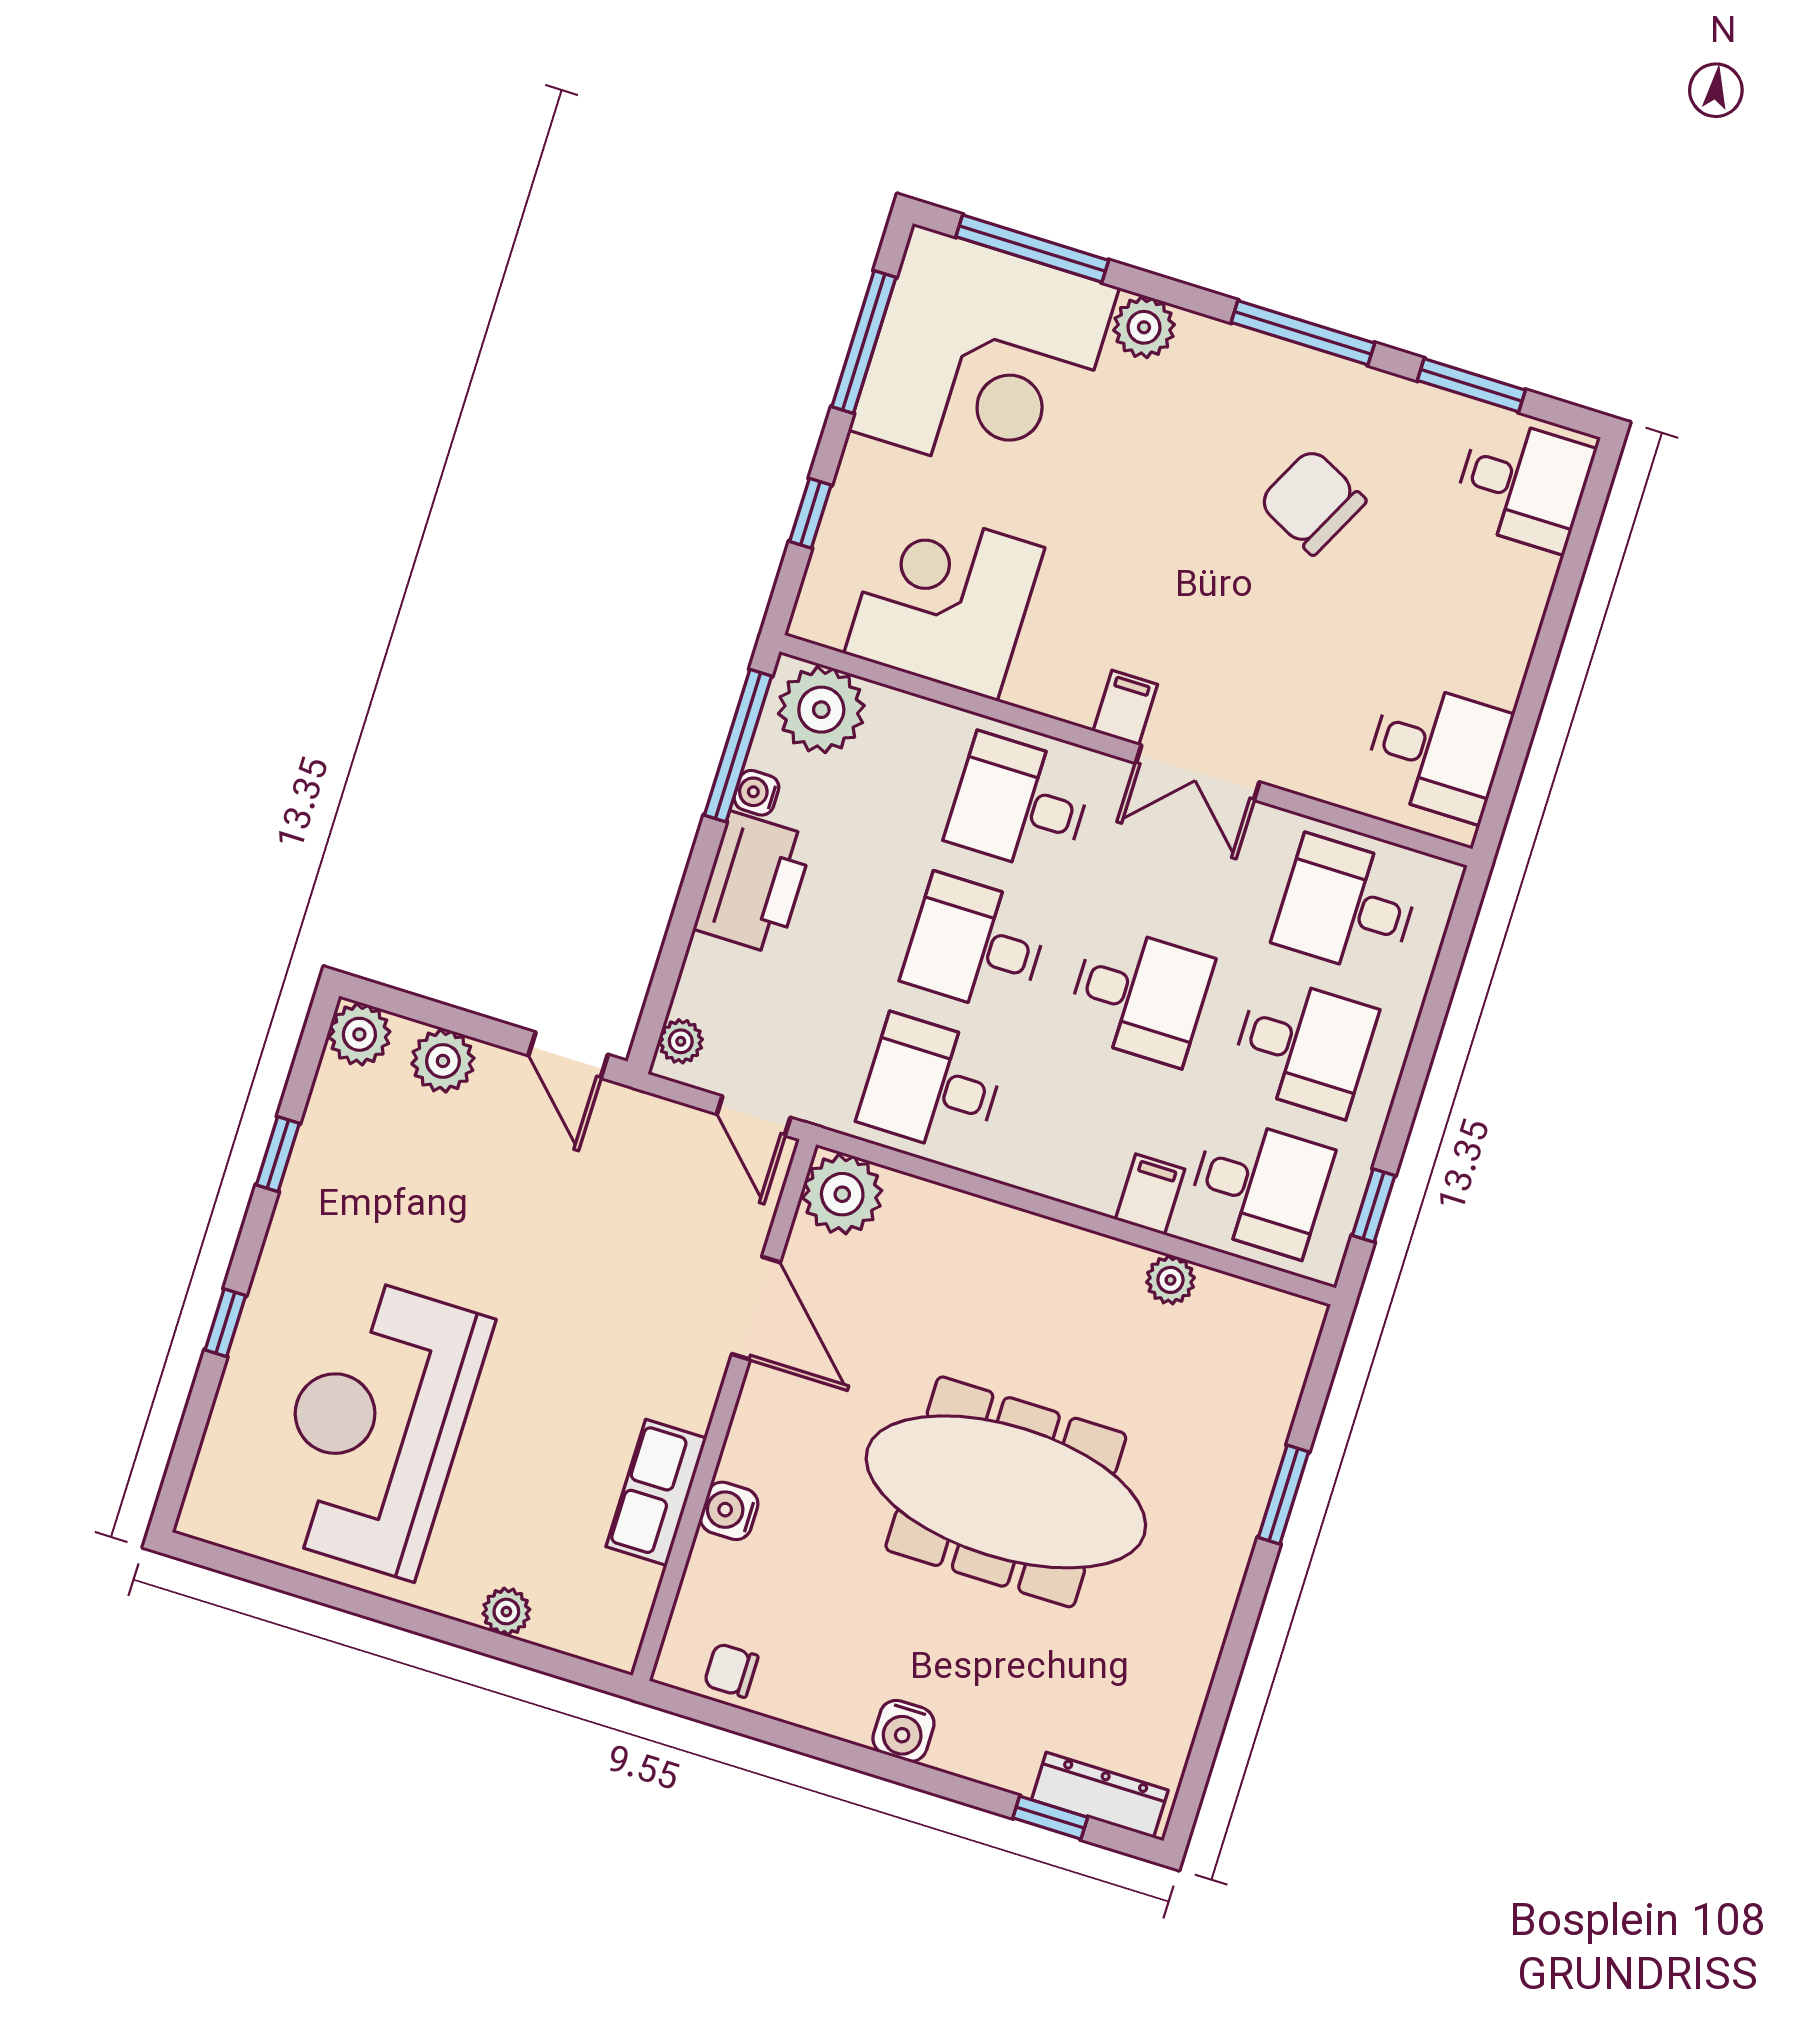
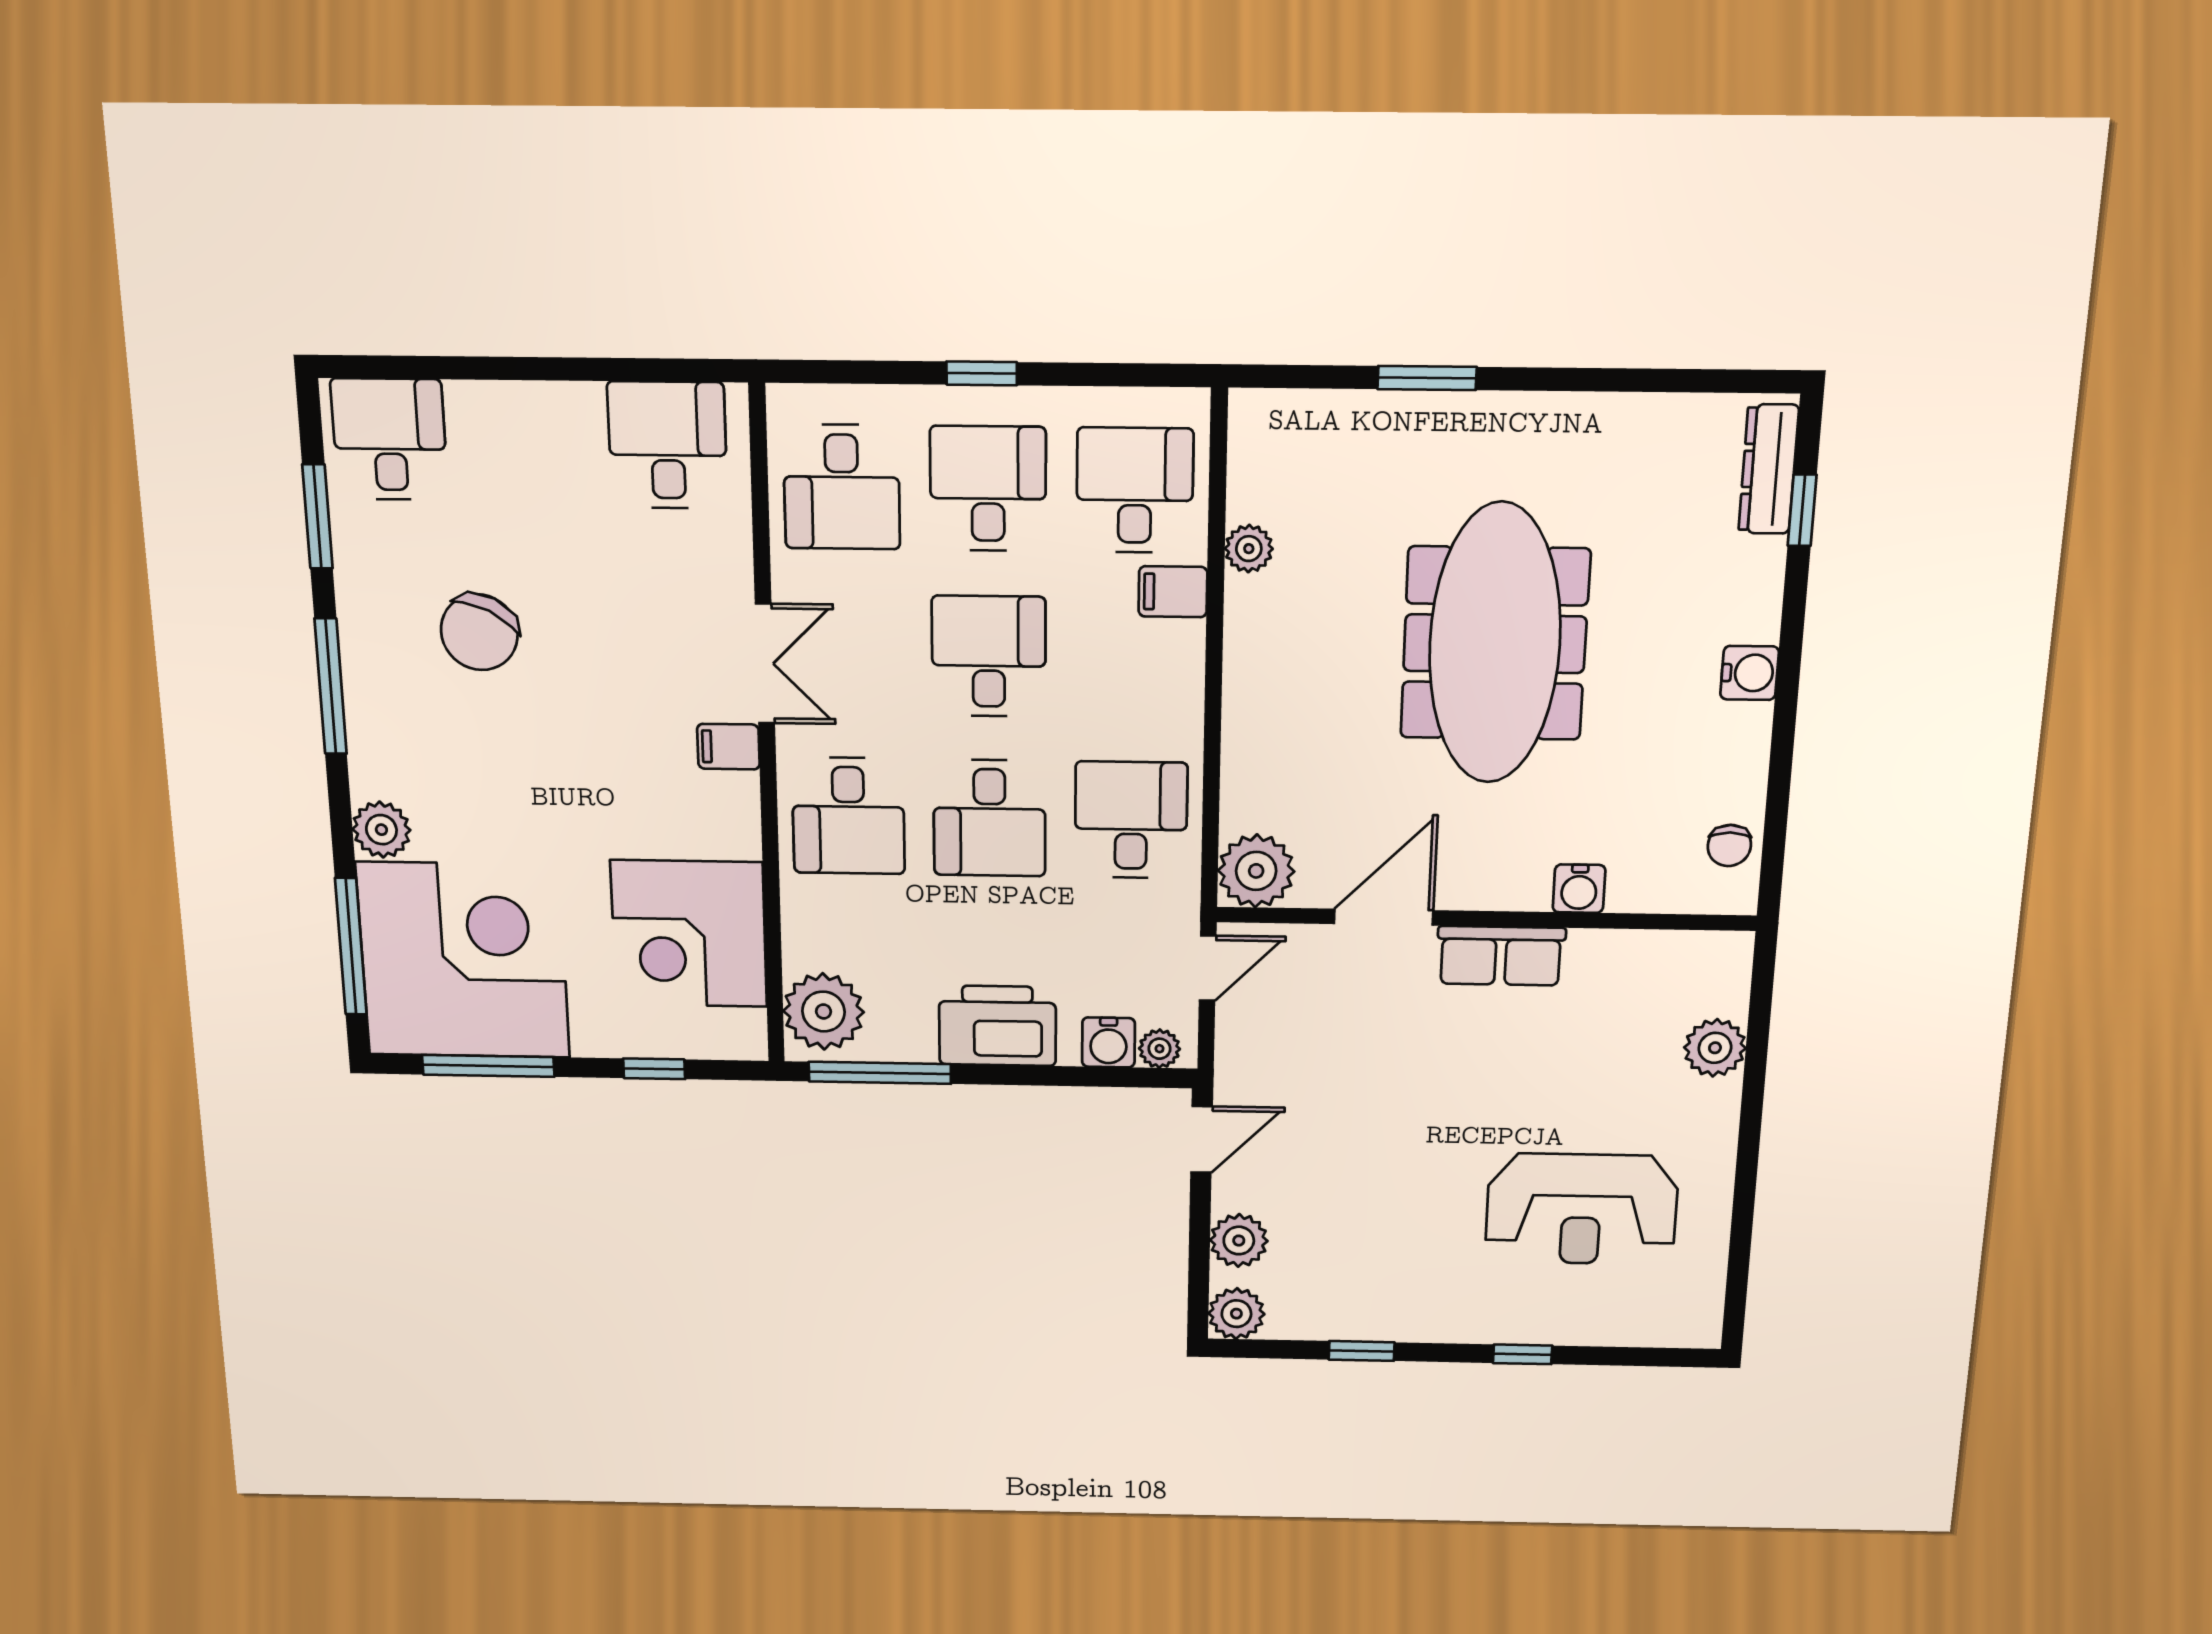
water cooler: (756, 793) -> (1108, 1042), moved, width x1.38, depth x1.38
desk: (932, 1085) -> (1131, 820), turned 180
window: (1374, 1205) -> (982, 373), moved
reception desk: (376, 1426) -> (1582, 1209), width x0.74, depth x0.77
row of seats: (656, 1492) -> (1501, 956), moved
plant: (506, 1612) -> (1715, 1048), width x1.38, depth x1.38

